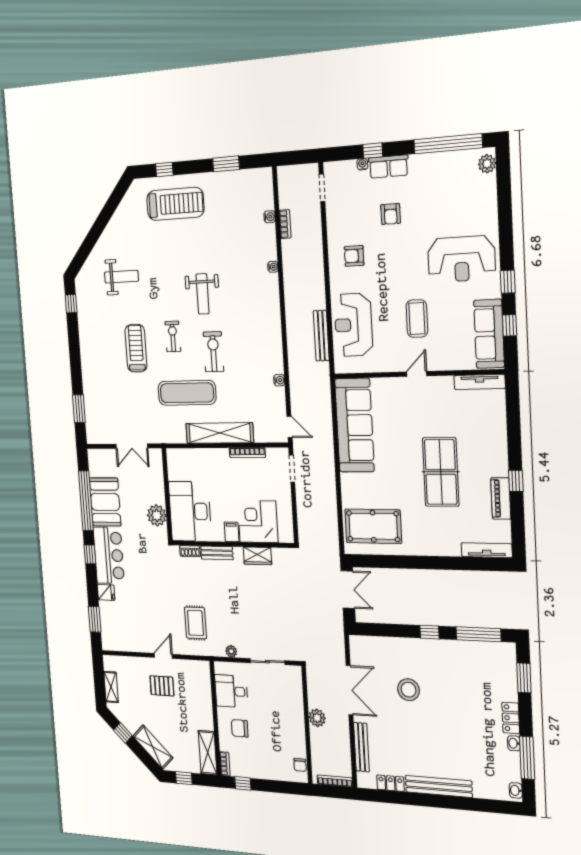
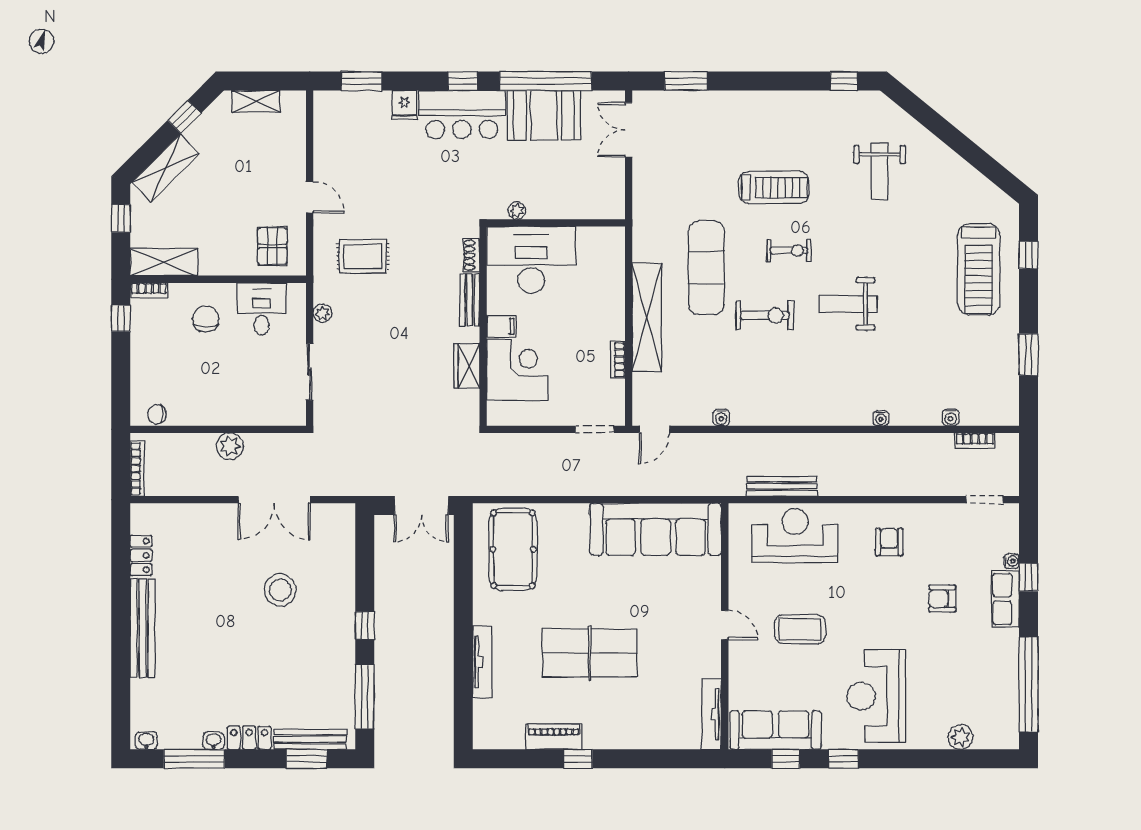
plant: (487, 164) -> (961, 737), moved
bookcase: (285, 224) -> (975, 441), moved
double door: (132, 446) -> (629, 130), moved
bookcase: (247, 453) -> (618, 360), width x0.64
plant: (157, 515) -> (517, 211), width x0.53, depth x0.53
tv unit: (487, 550) -> (482, 662), moved
pallet: (162, 686) -> (272, 246), moved
bench: (361, 747) -> (310, 739), moved

